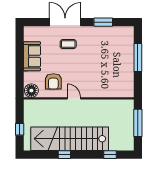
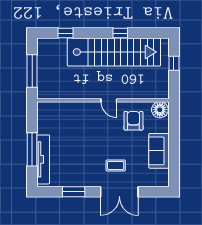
tv unit: (129, 49) -> (43, 159), added

